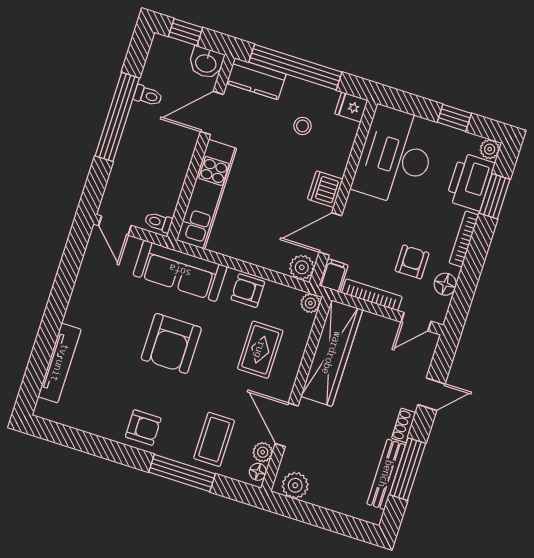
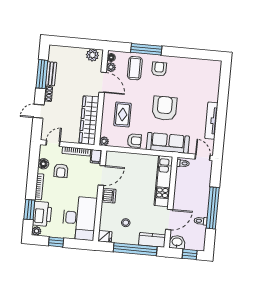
plant: (302, 267) -> (112, 157), removed
tv unit: (60, 363) -> (211, 121), moved
armchair: (143, 427) -> (159, 69), moved, turned 90
bench: (386, 474) -> (51, 74), width x0.73

